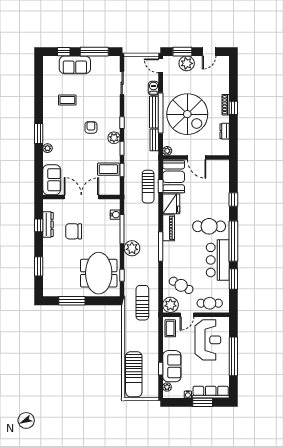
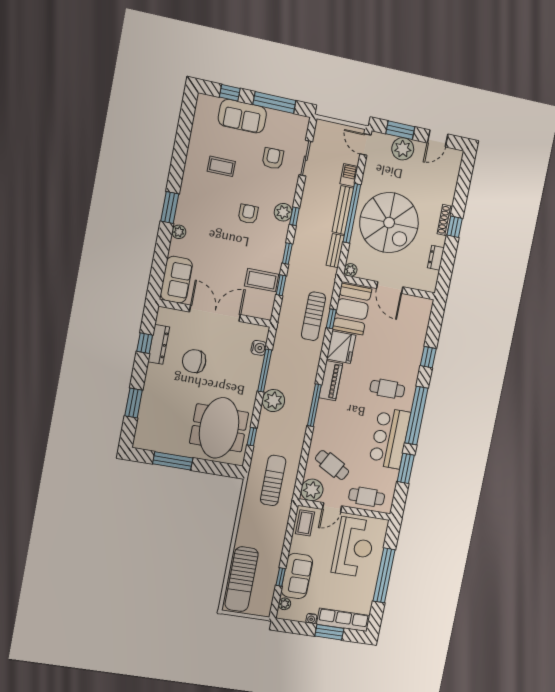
armchair: (100, 88) -> (273, 158), added
plant: (114, 138) -> (283, 212), moved
cafe table: (209, 226) -> (387, 389), width x0.73, depth x0.74

